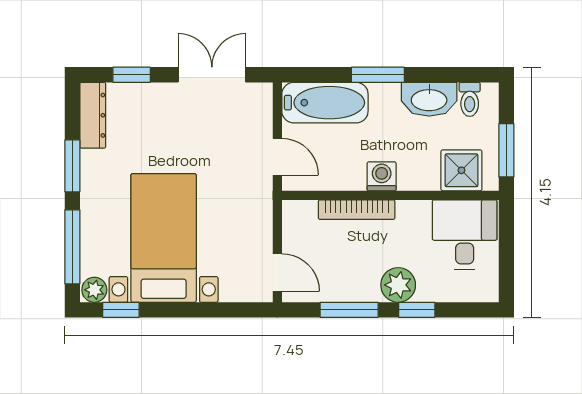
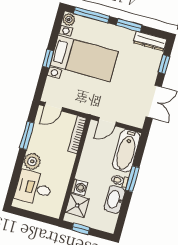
toilet: (470, 99) -> (120, 181), moved
window: (506, 150) -> (81, 229), width x0.67
washing machine: (382, 176) -> (79, 187), moved
bookcase: (357, 210) -> (77, 135), moved
desk: (465, 235) -> (34, 188), moved, turned 180
window: (121, 310) -> (48, 59), moved
window: (417, 310) -> (18, 167), removed

